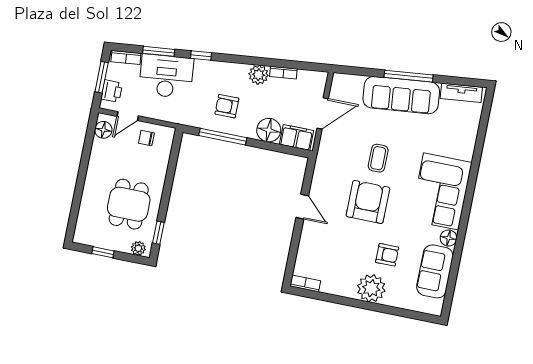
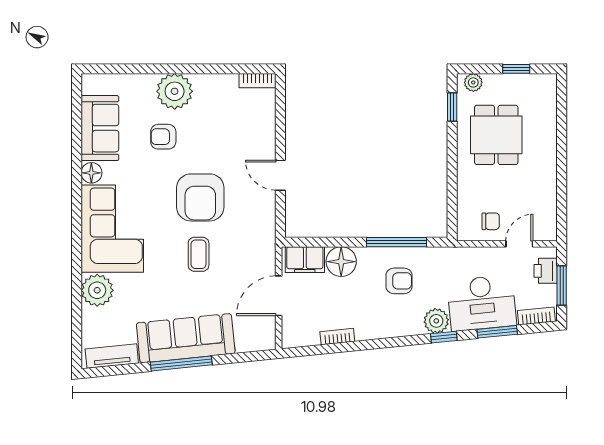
plant: (259, 75) -> (436, 321), moved
floor lamp: (103, 130) -> (546, 221), removed
plant: (462, 146) -> (97, 290), added

